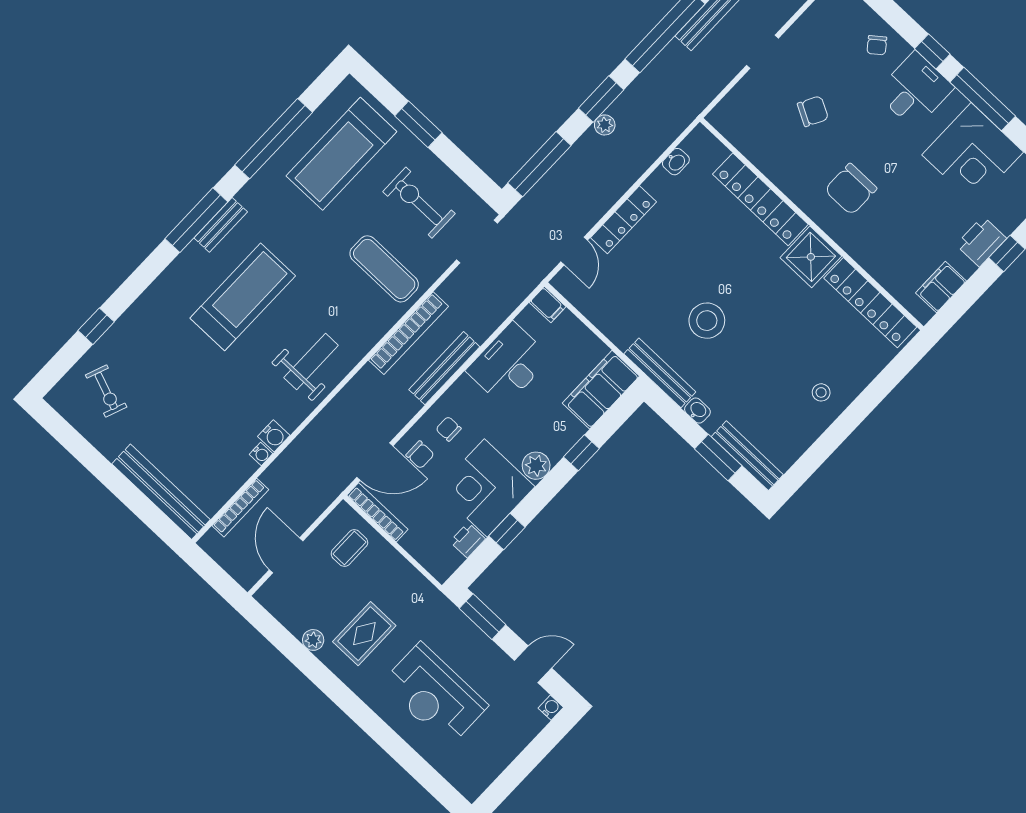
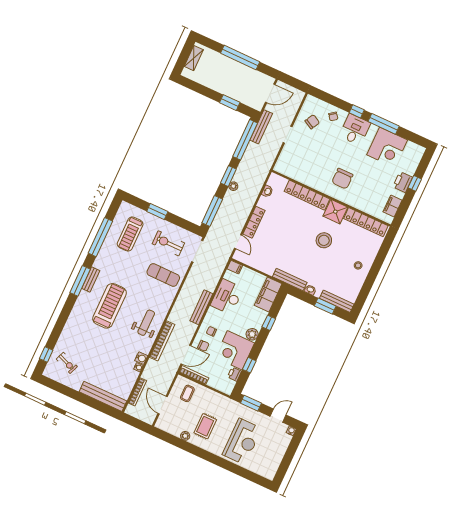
chair: (813, 111) -> (312, 122), moved
treadmill: (341, 154) -> (130, 234), width x0.73, depth x0.73
stool: (707, 321) -> (324, 240), moved
window: (96, 326) -> (46, 354), moved
bookcase: (408, 333) -> (162, 341), moved
reception desk: (434, 695) -> (242, 441), turned -90

